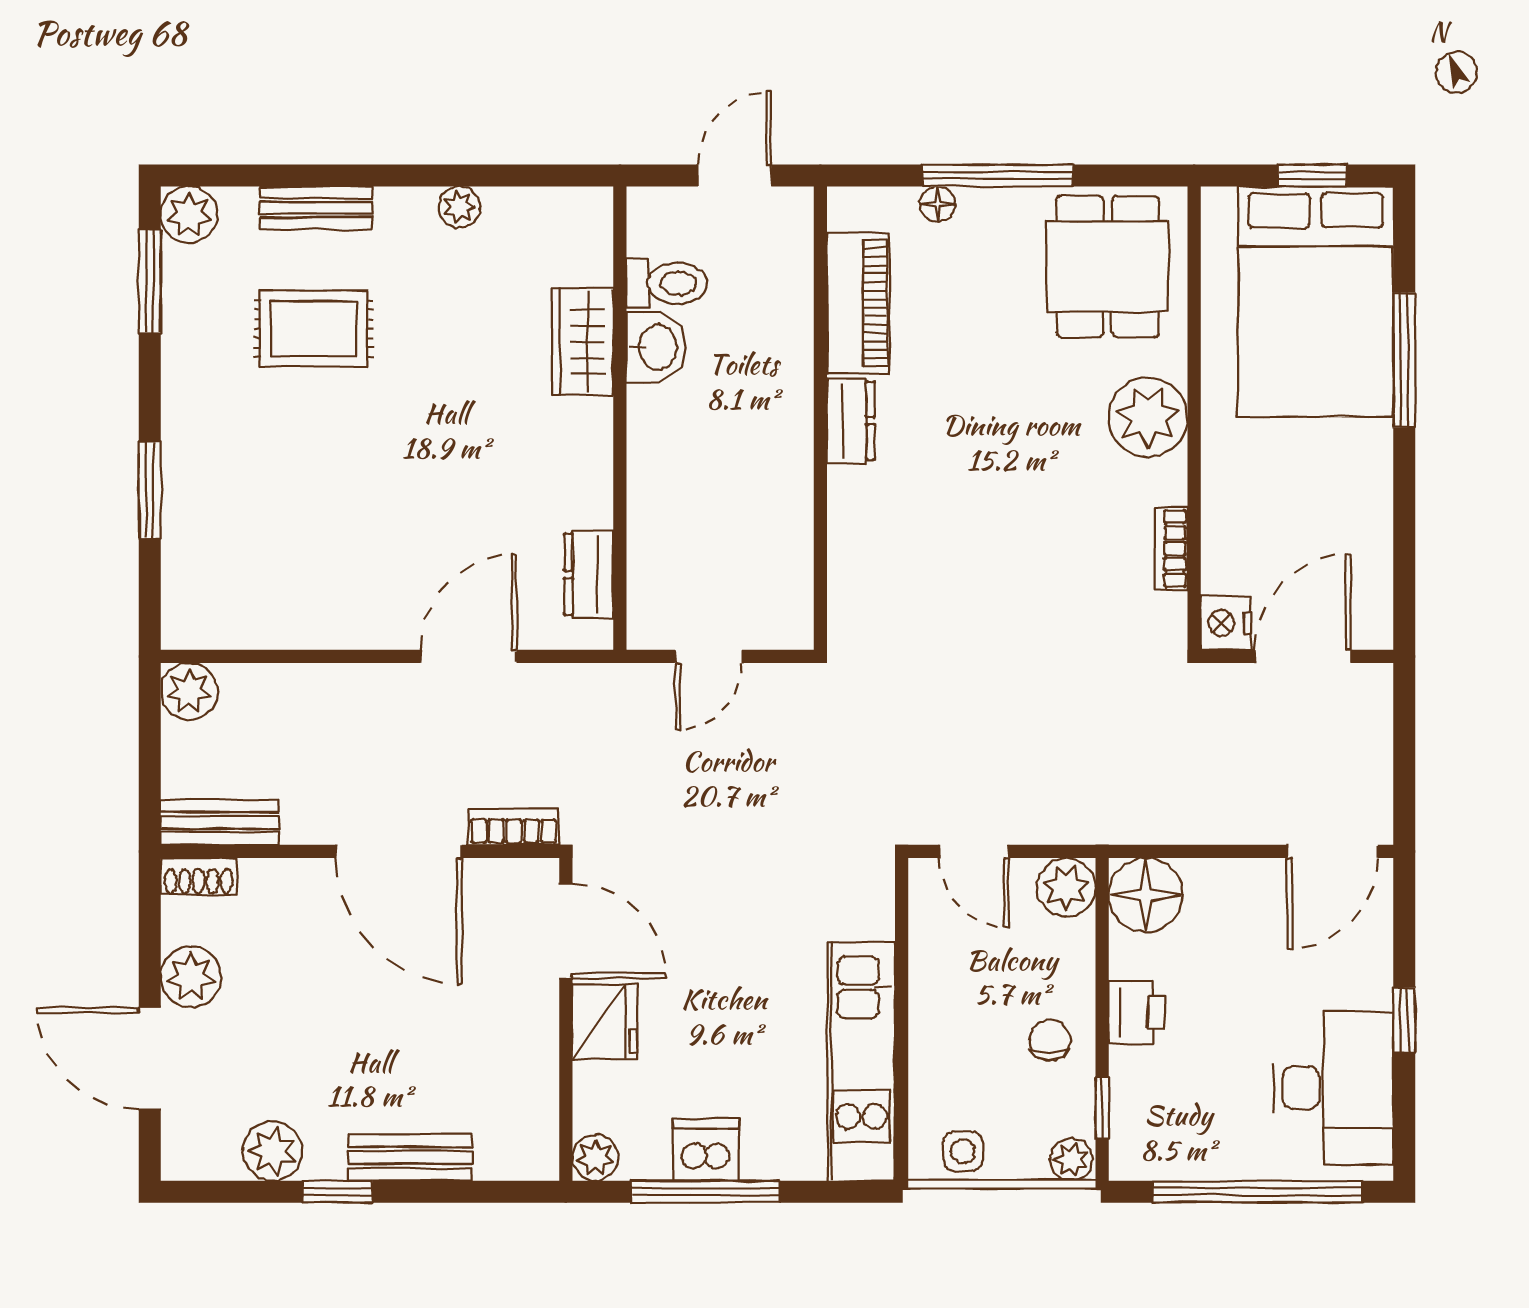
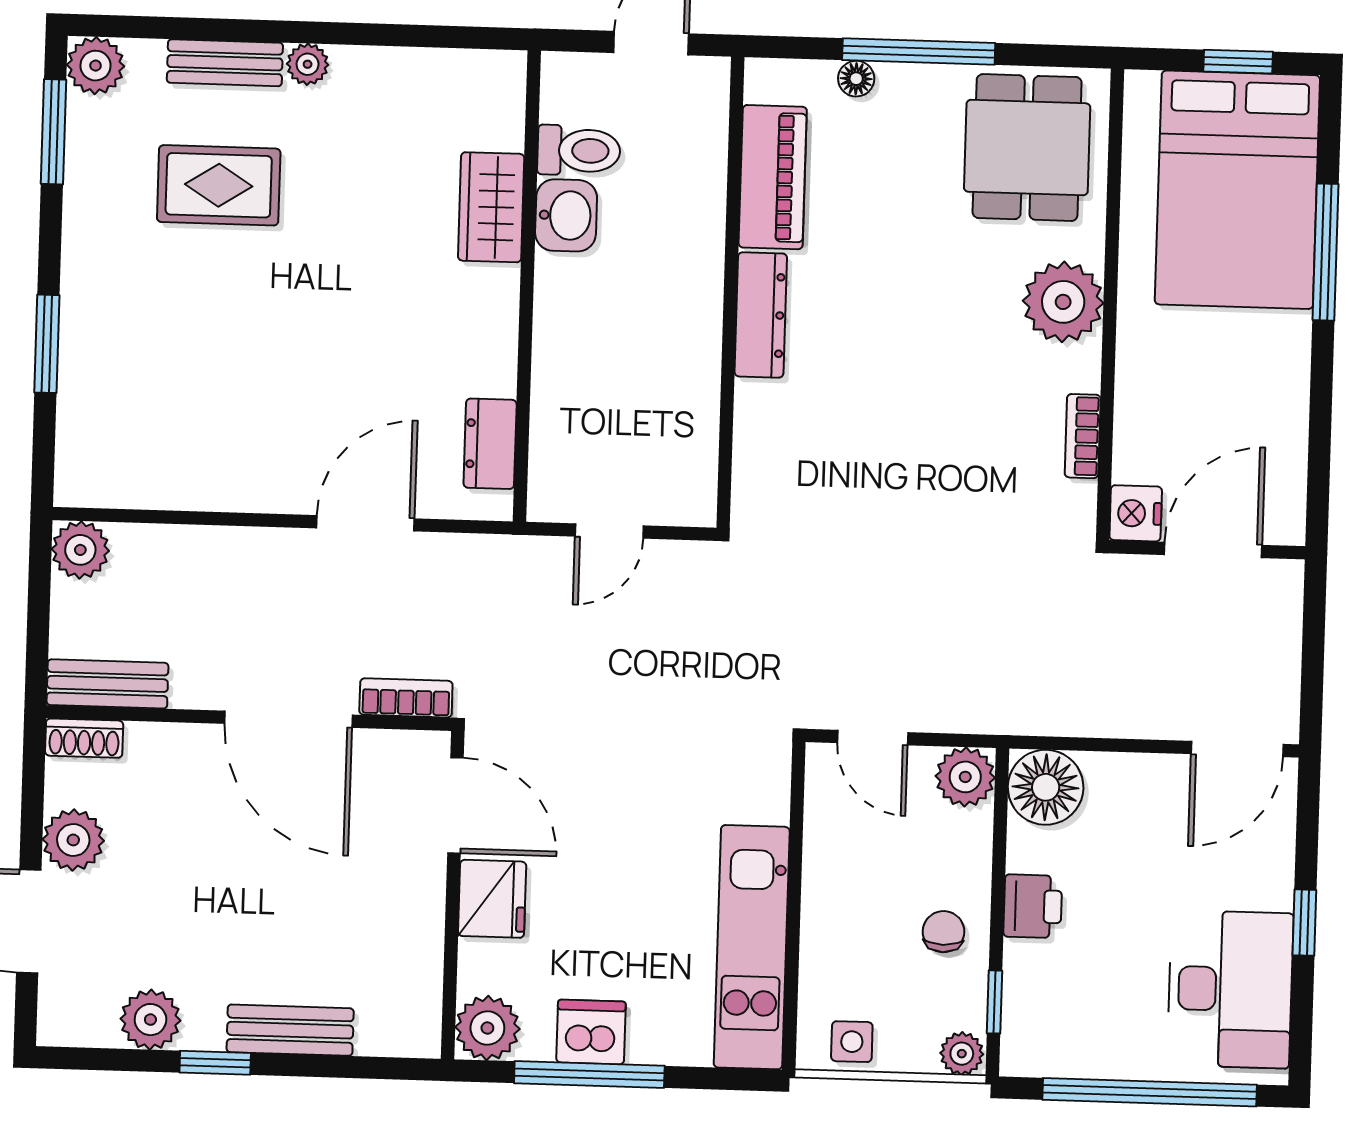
plant: (459, 207) -> (308, 64), moved
dresser: (851, 421) -> (761, 315), width x1.44
plant: (595, 1158) -> (487, 1028), width x1.38, depth x1.38

